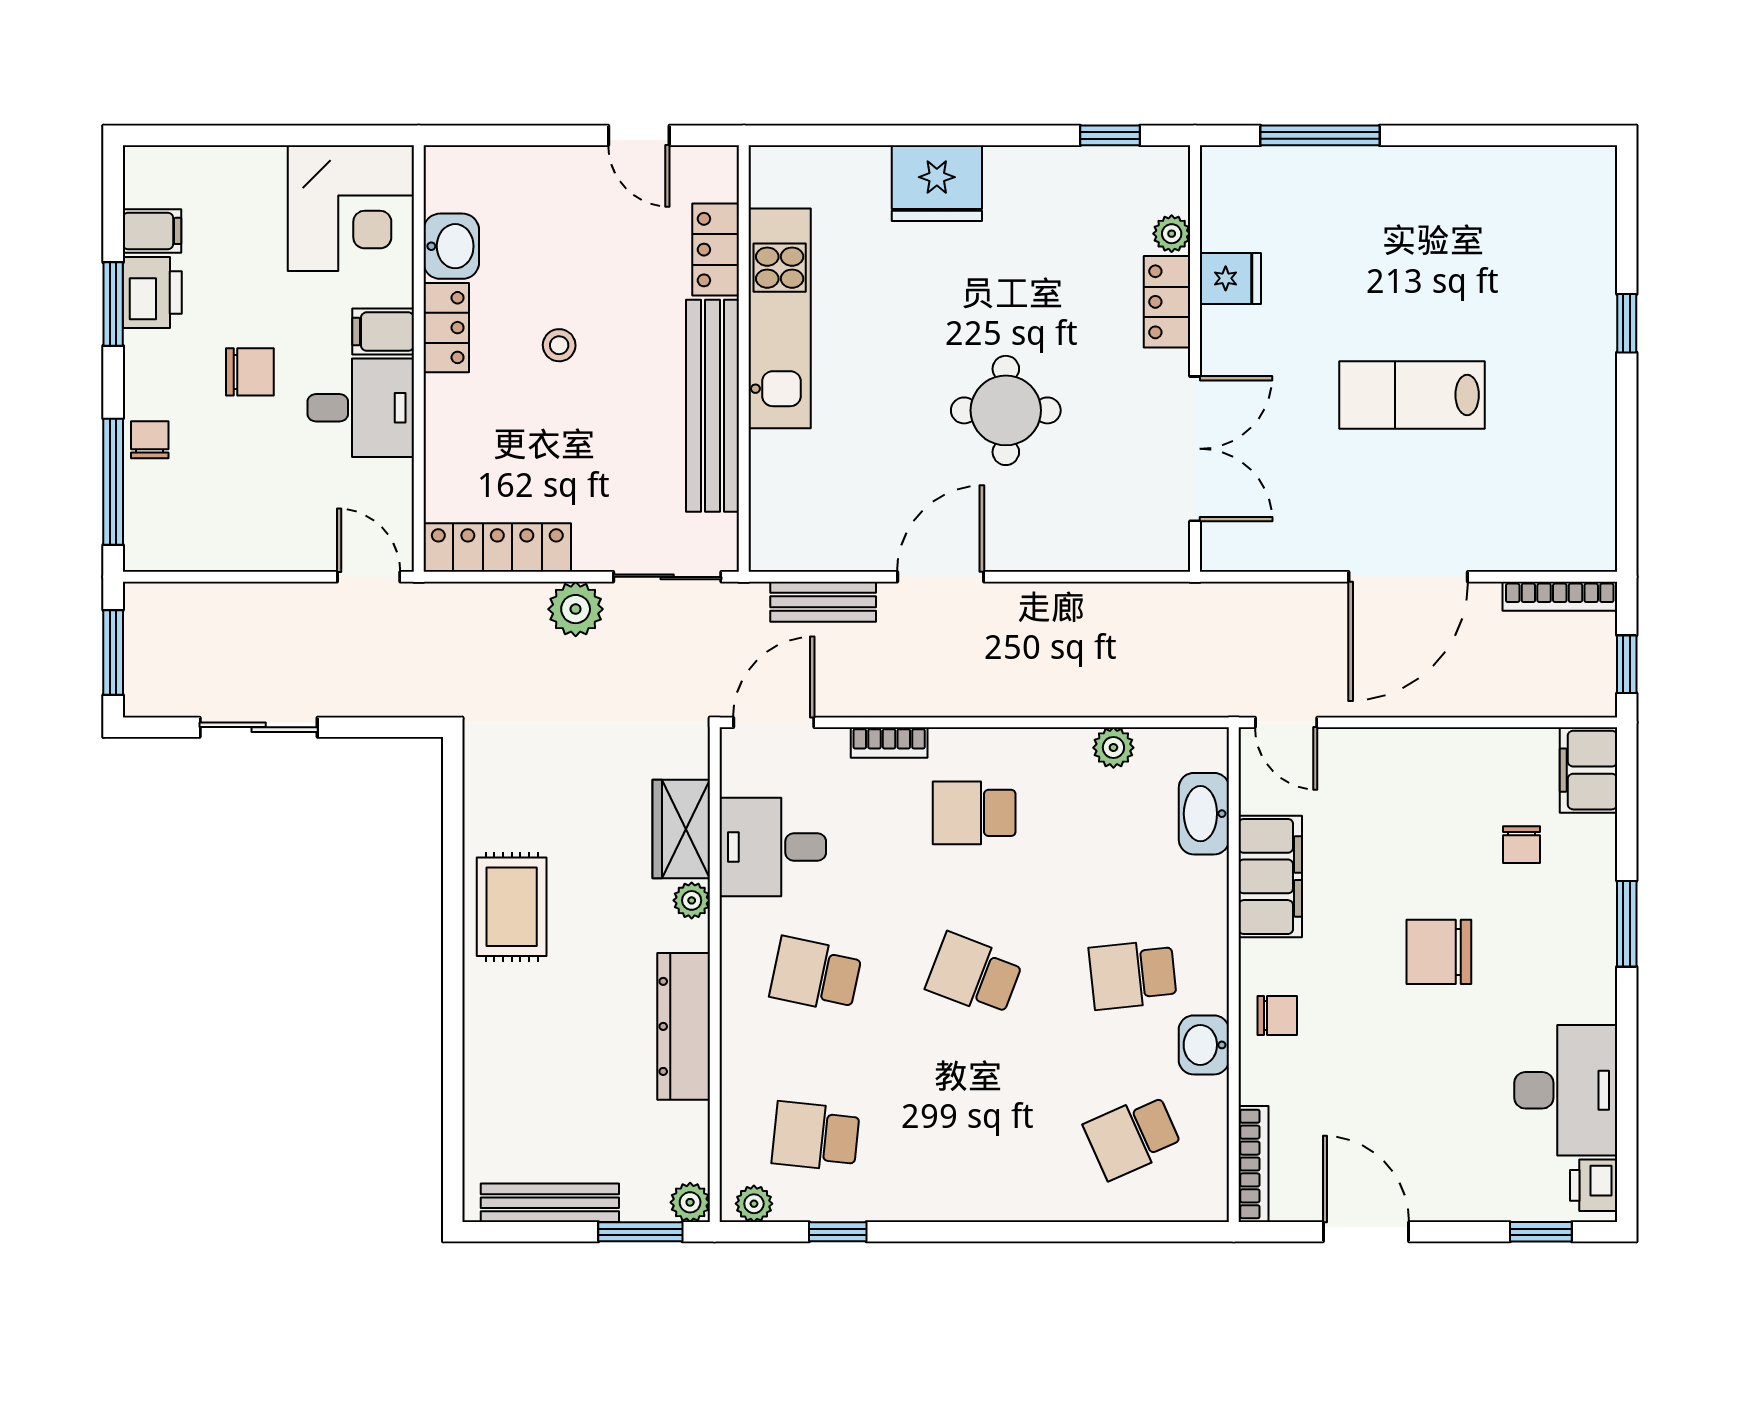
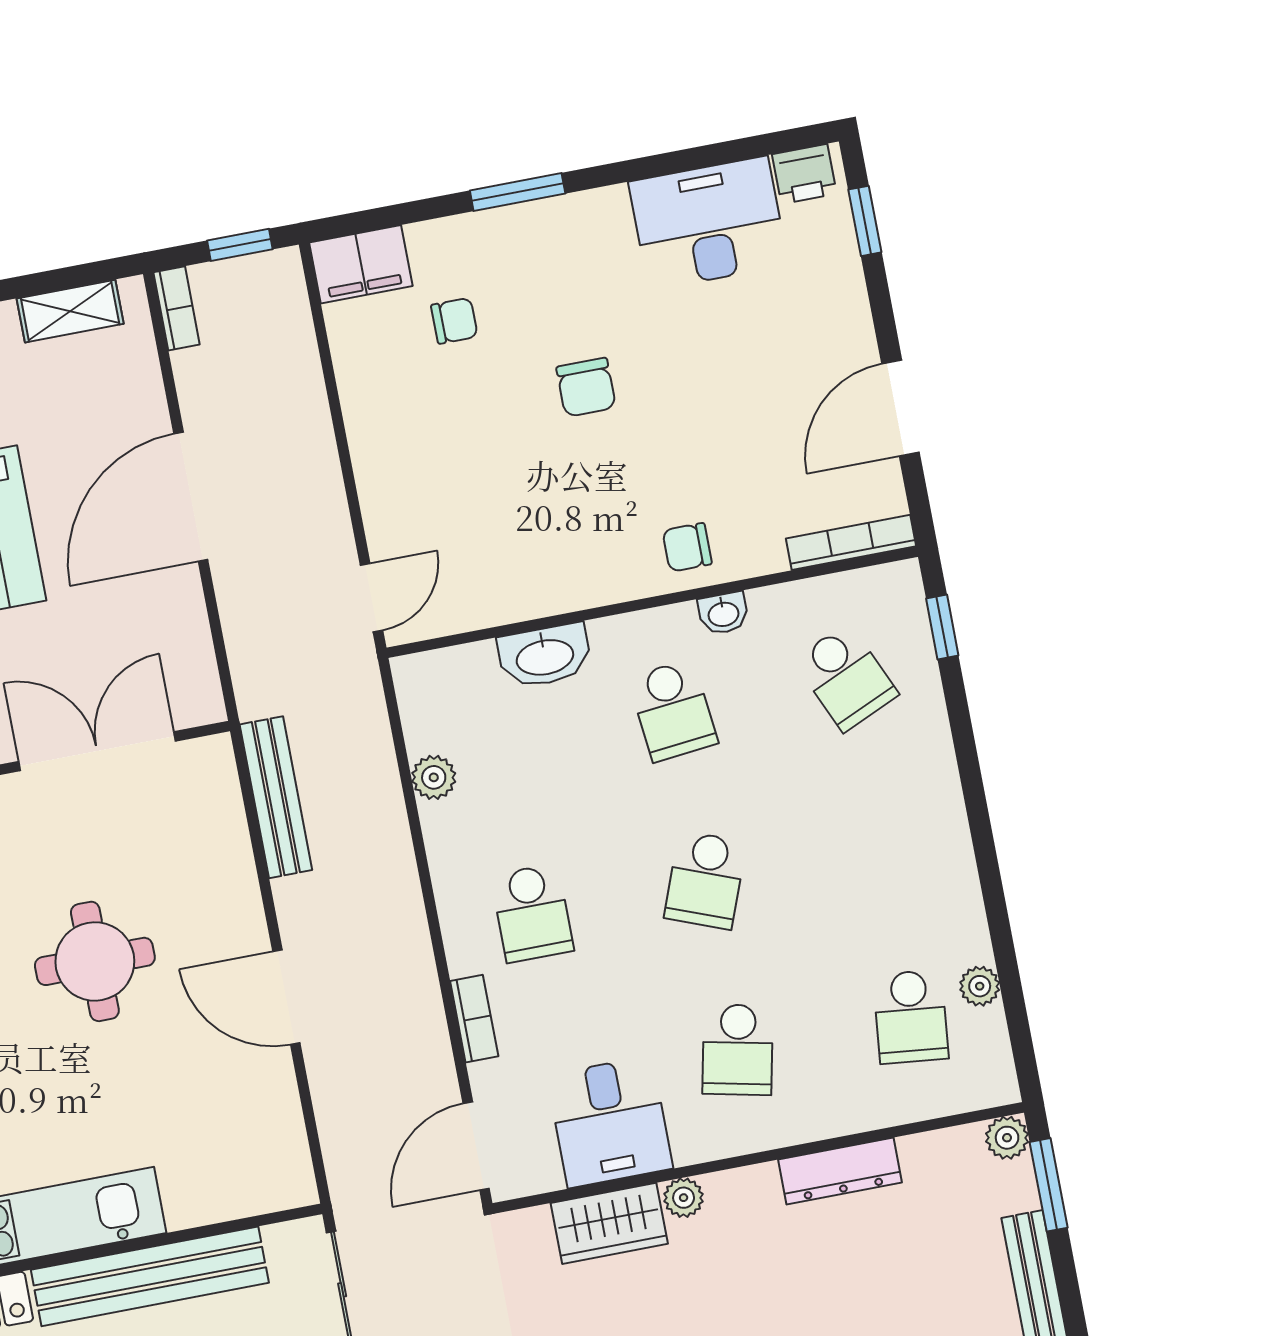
shelving: (1596, 500) -> (70, 311), added
door: (1408, 577) -> (191, 497), swing flipped
bookcase: (1560, 596) -> (177, 308), width x0.64
bench: (823, 602) -> (276, 797), moved, width x1.36
door: (774, 722) -> (476, 1146), hinge flipped
washbasin: (1204, 814) -> (545, 656), moved
filing cabinet: (1270, 876) -> (540, 583), removed
chair: (1439, 952) -> (586, 387), width x0.73, depth x0.73
chair: (1277, 1015) -> (687, 547), turned -90
dresser: (684, 1026) -> (840, 1171), width x0.73, depth x0.80
washbasin: (1204, 1045) -> (723, 613), width x0.72, depth x0.69
plant: (754, 1204) -> (980, 986), moved
window: (838, 1232) -> (942, 627), moved

